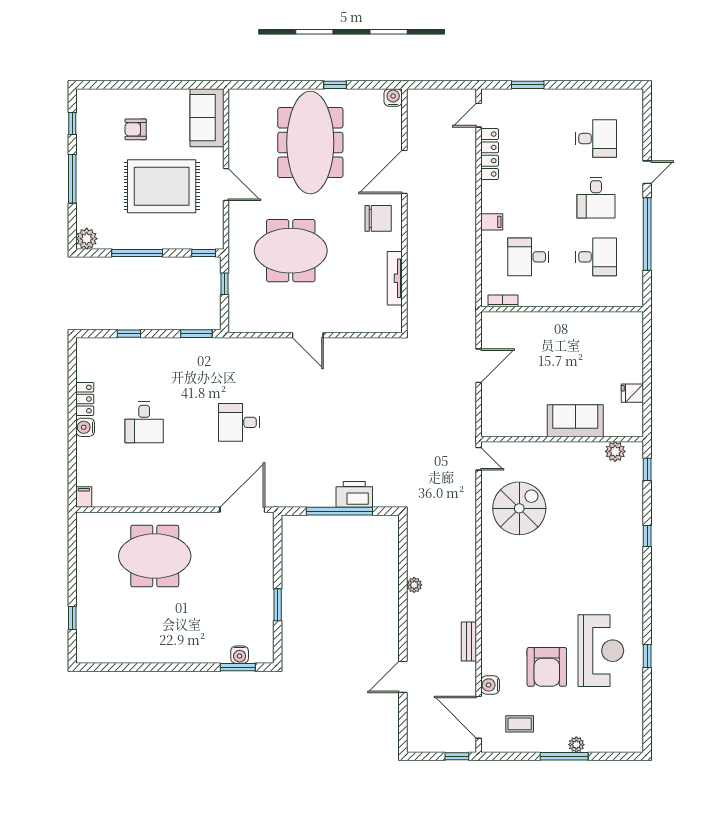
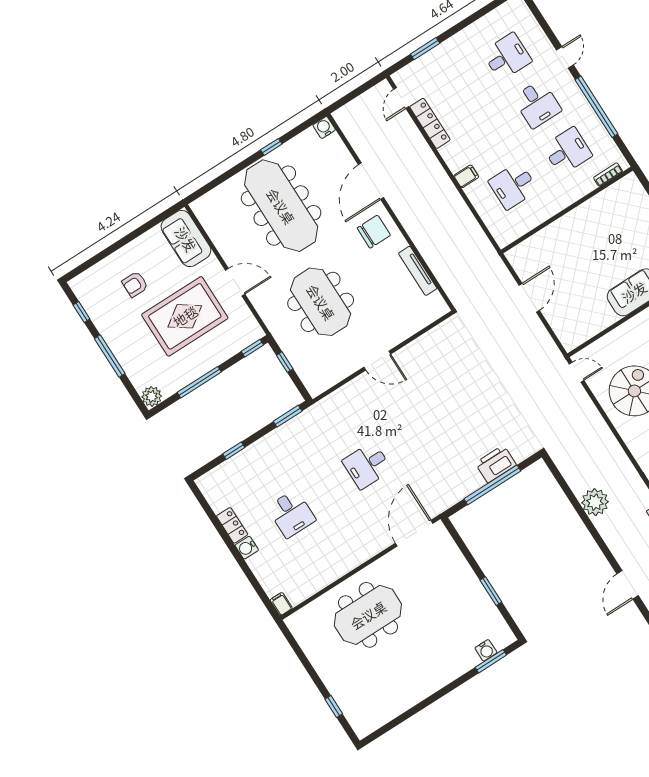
meeting table: (291, 251) -> (321, 302), turned 90
bookcase: (503, 301) -> (608, 175), moved
plant: (414, 585) -> (595, 502), width x1.88, depth x1.88

